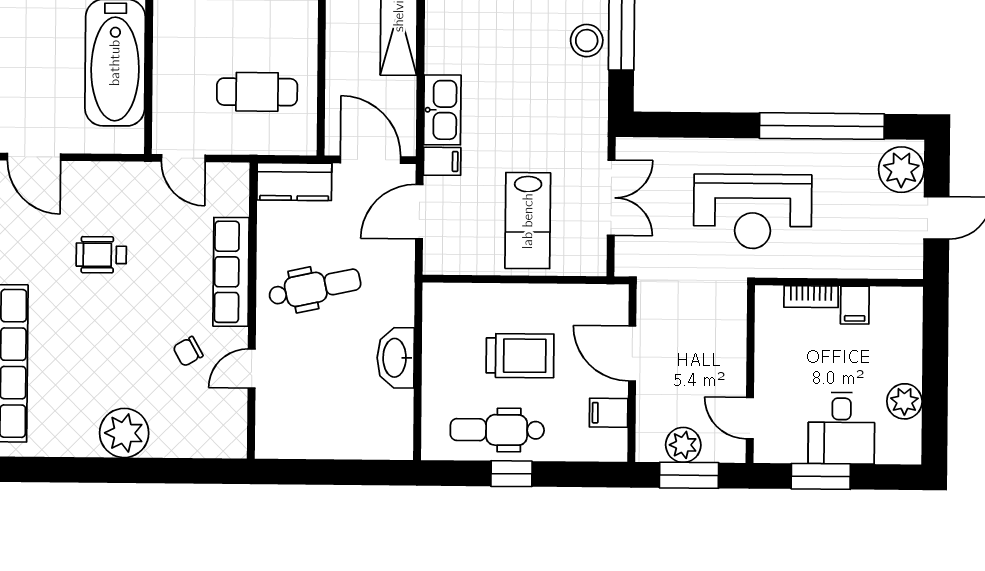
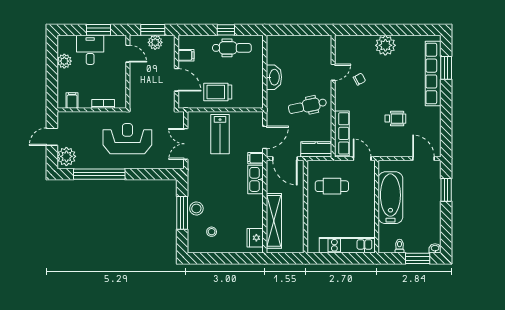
lab bench: (528, 221) -> (220, 134), turned 180
row of seats: (231, 272) -> (342, 133), moved
filing cabinet: (855, 305) -> (72, 101), moved
trolley: (520, 356) -> (218, 92), moved

